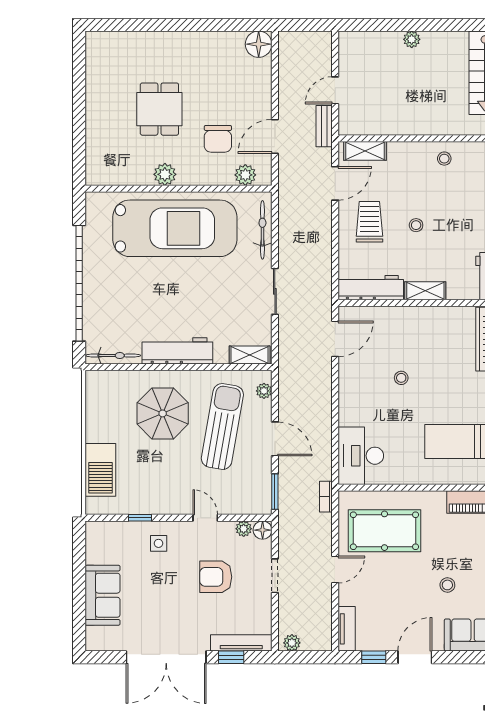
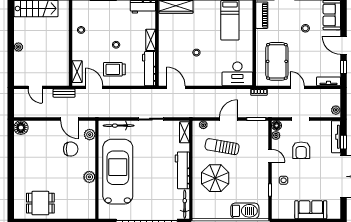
door: (335, 90) -> (35, 87), moved
dining table: (159, 109) -> (40, 203), moved
sun lounger: (222, 426) -> (222, 147), width x0.73, depth x0.75
door: (205, 518) -> (270, 156), swing flipped

